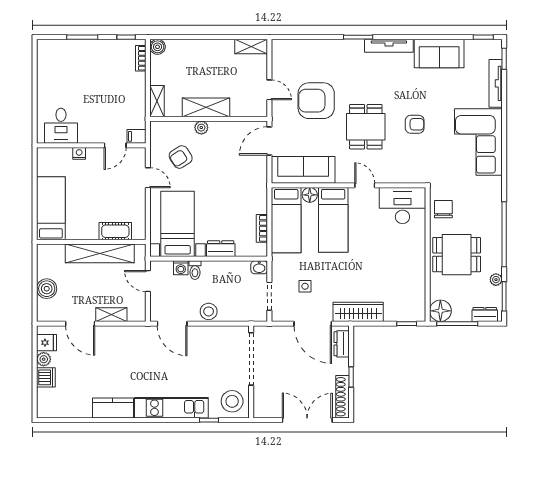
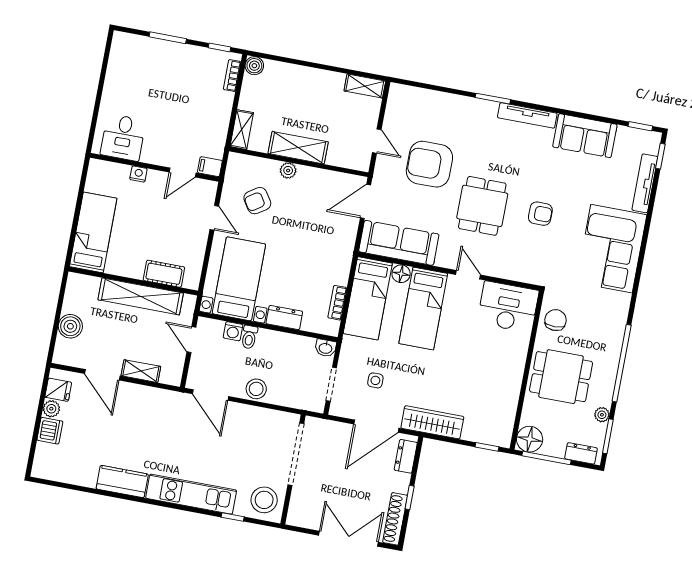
door: (313, 324) -> (376, 426), hinge flipped

